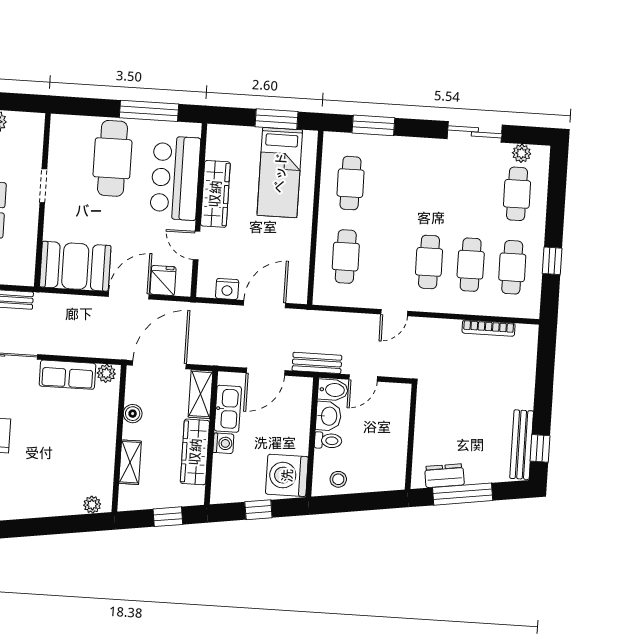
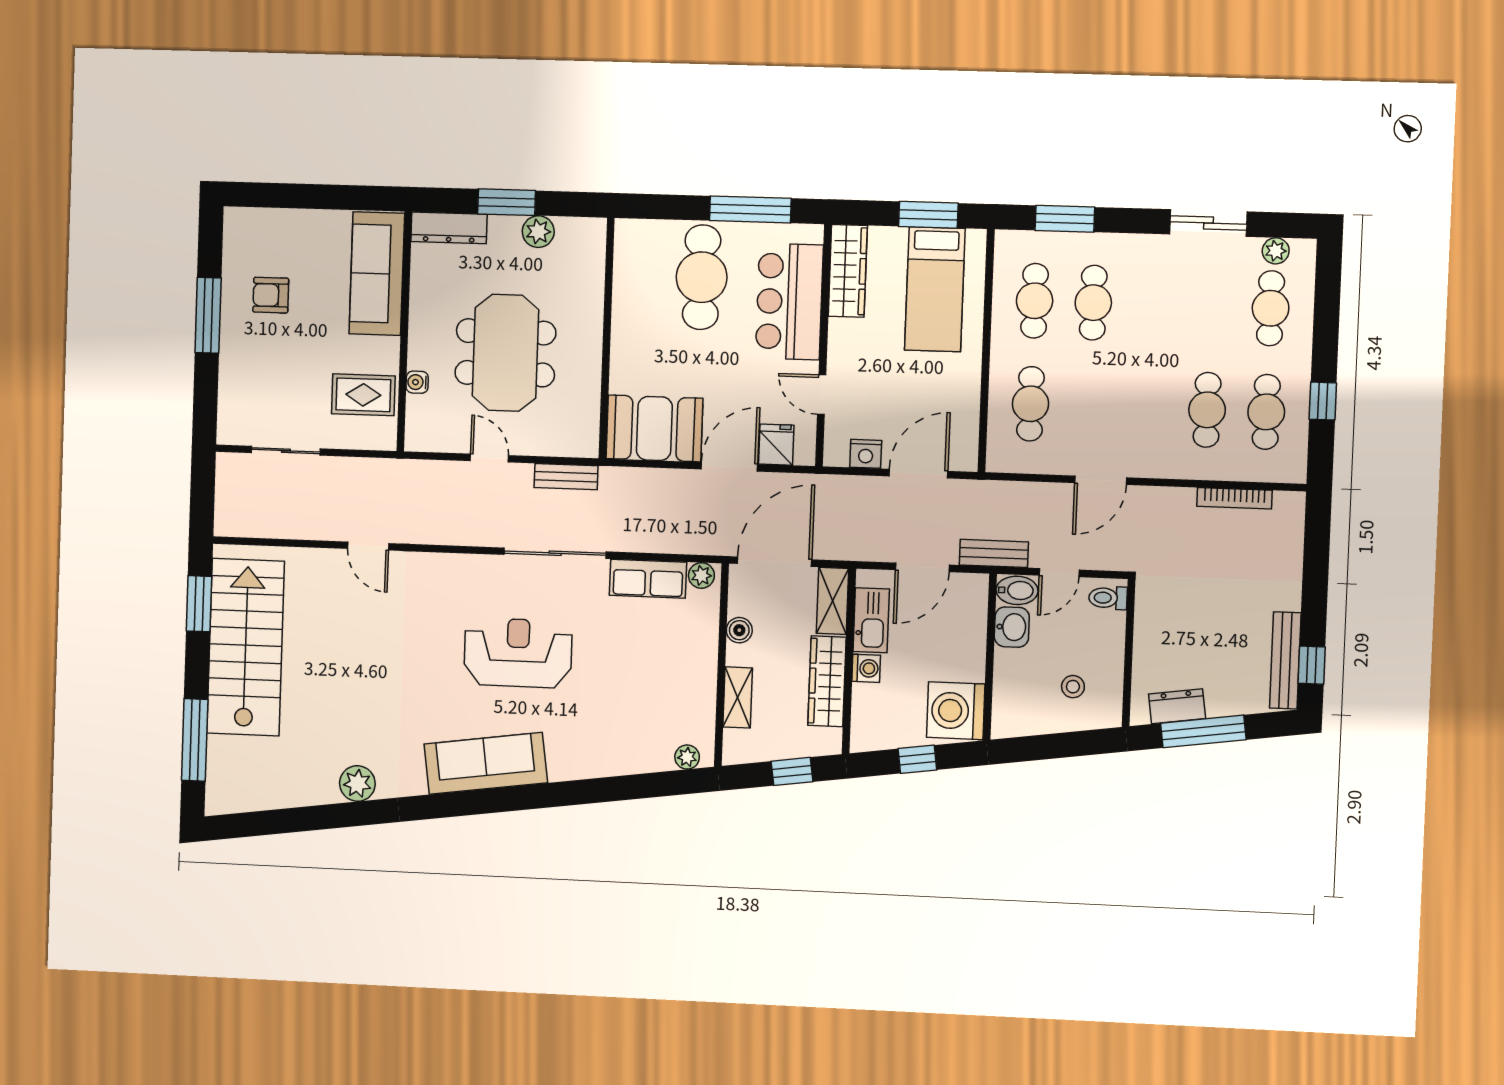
doorway: (43, 186) -> (607, 318), removed
wardrobe: (215, 194) -> (848, 271), moved
cafe table: (429, 262) -> (1093, 303), moved
door: (394, 313) -> (1101, 480), width x1.38
toilet: (328, 441) -> (1108, 598), moved, turned 180
stool: (338, 479) -> (1073, 687), moved

